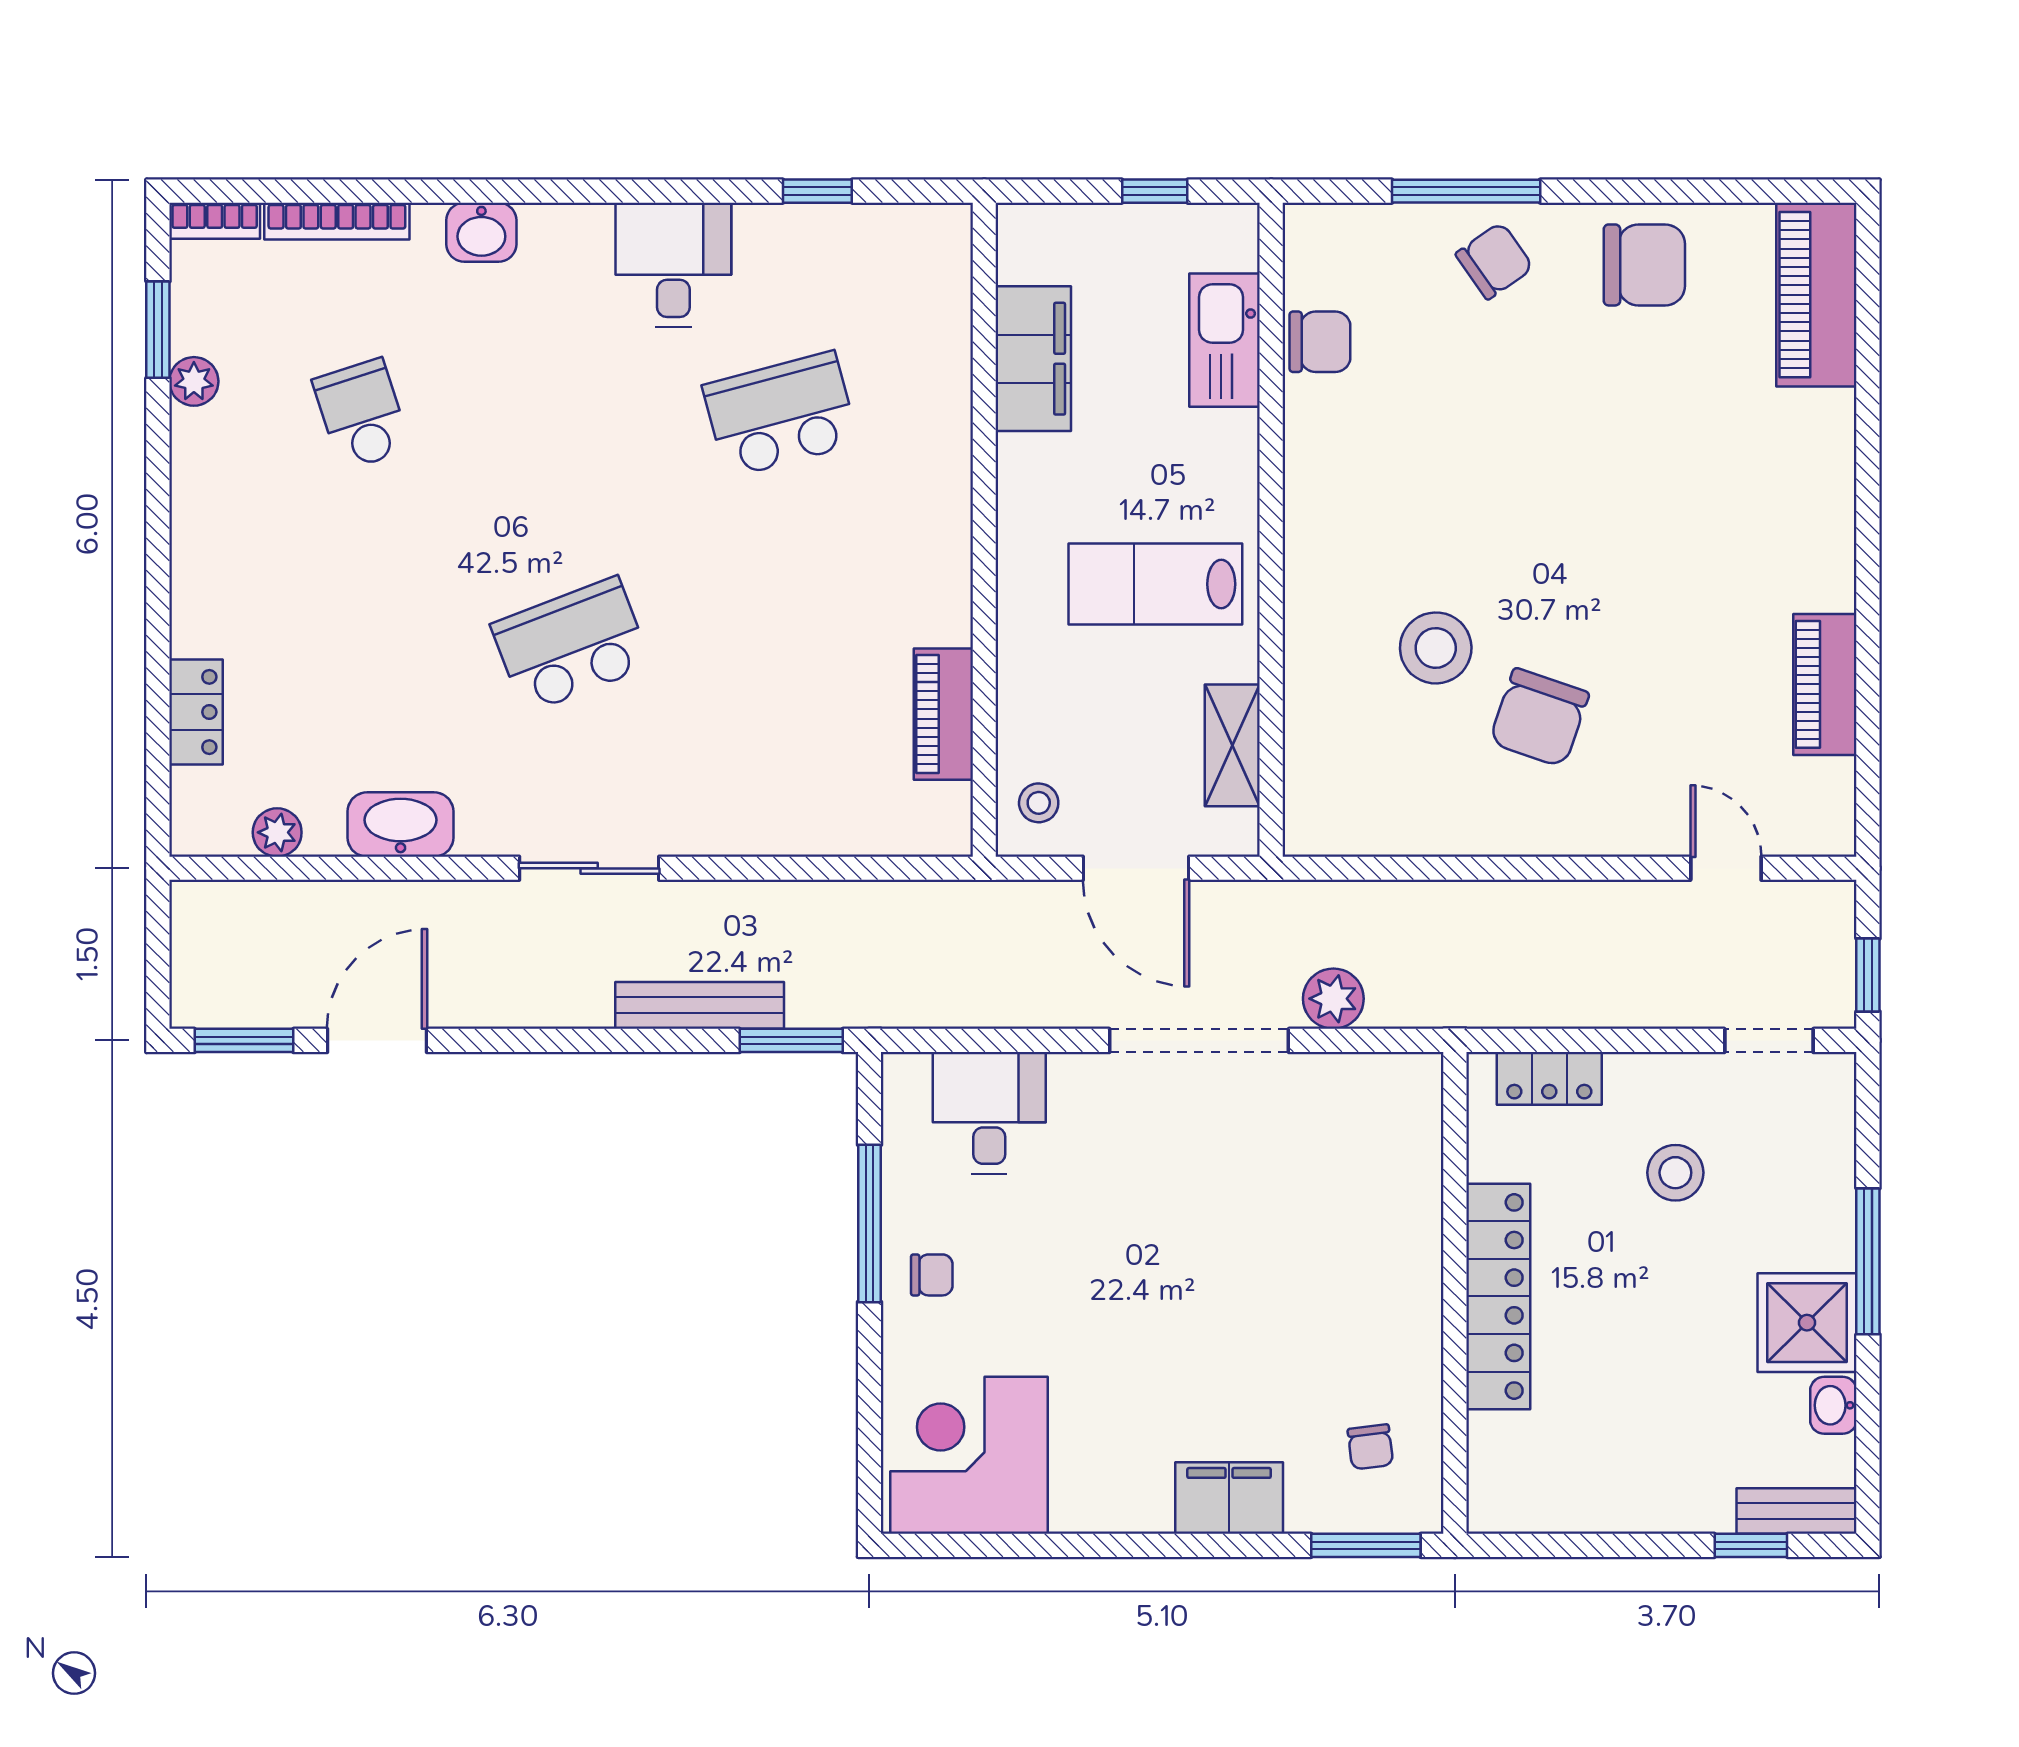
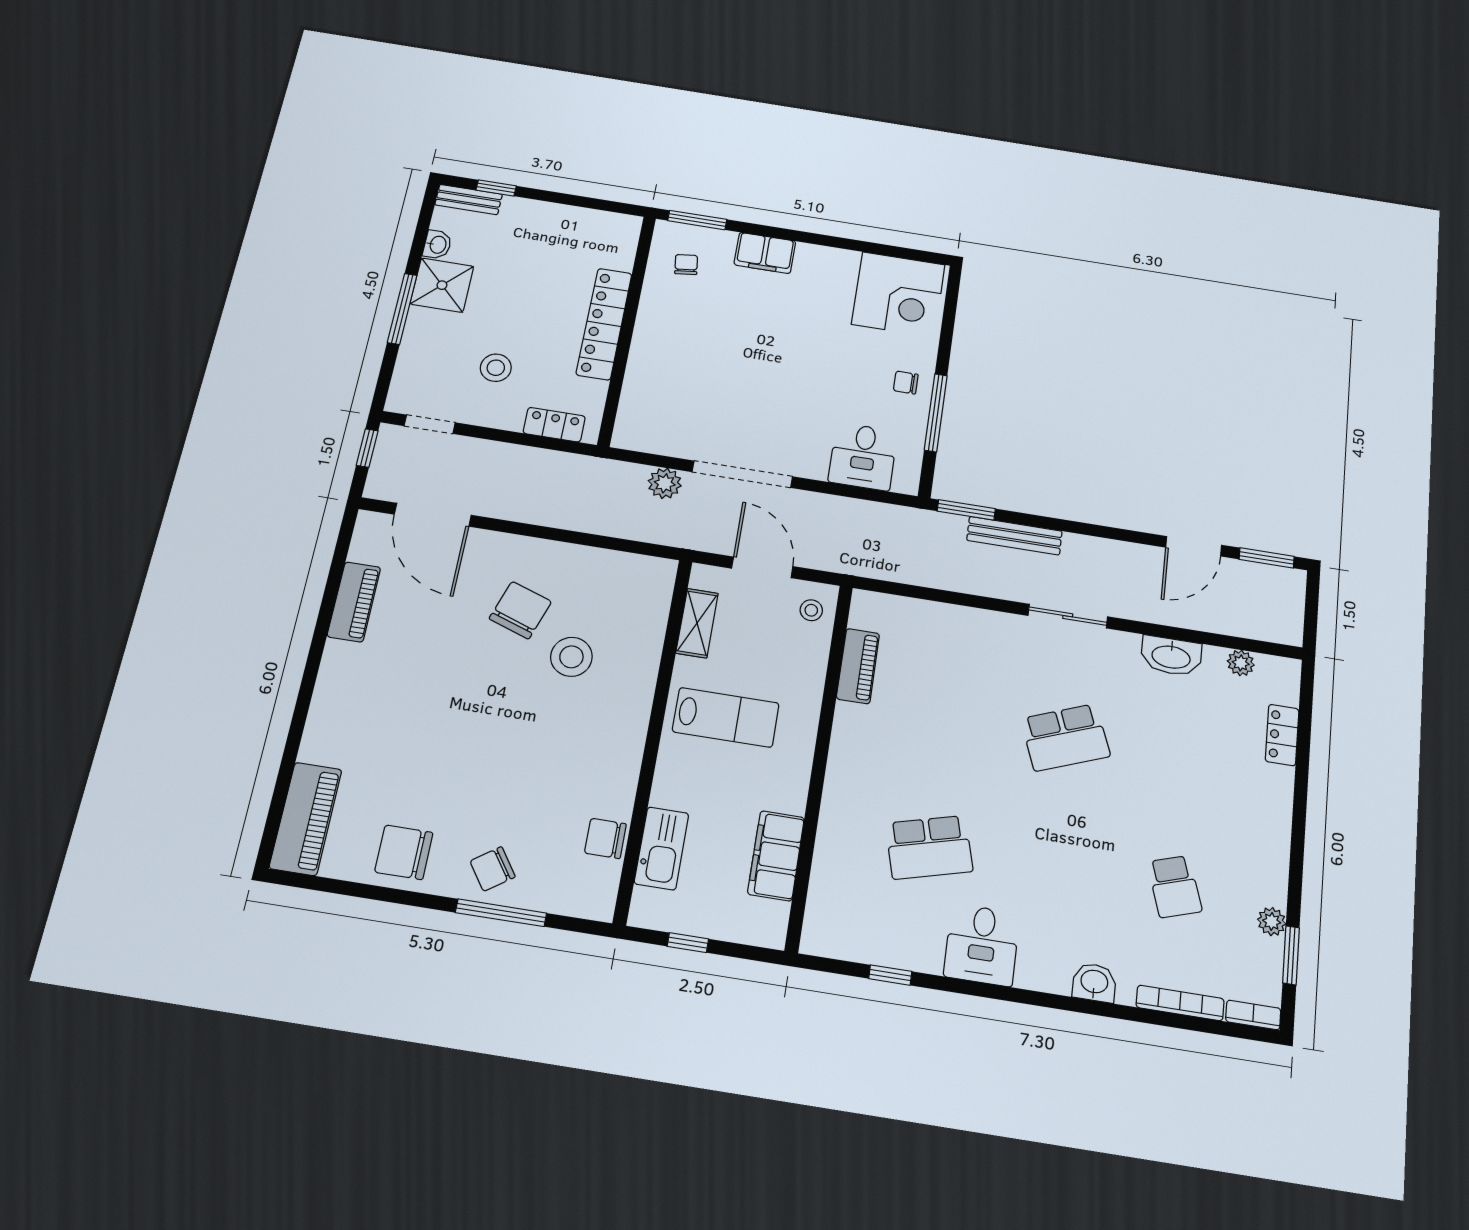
door: (1726, 868) -> (433, 515), width x1.87

